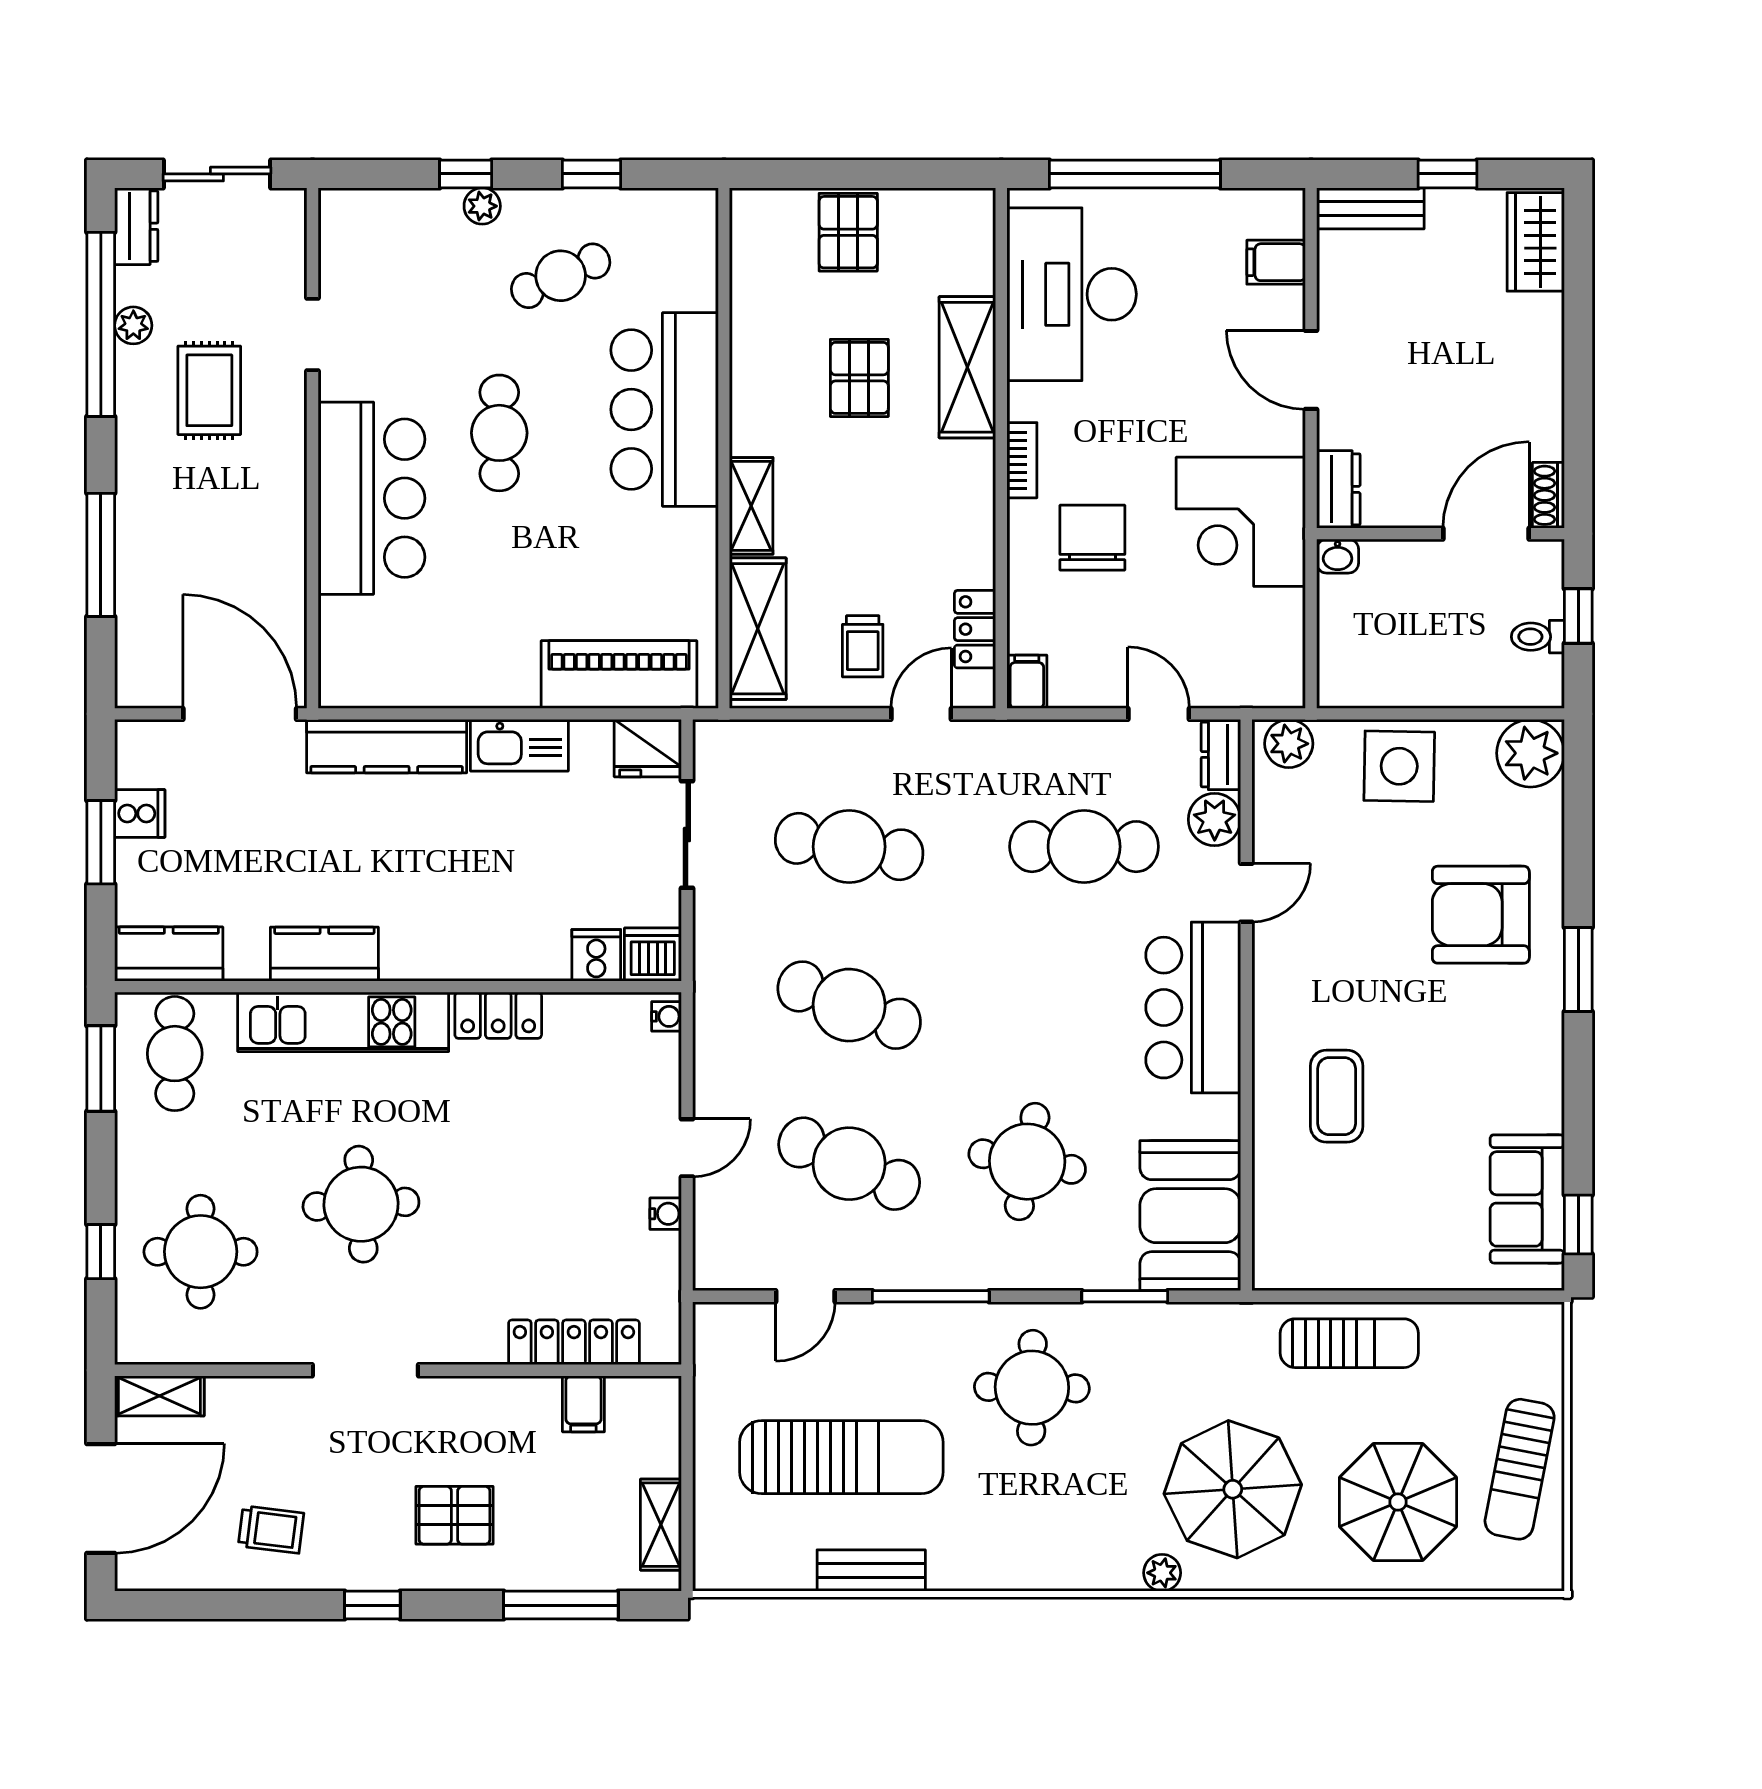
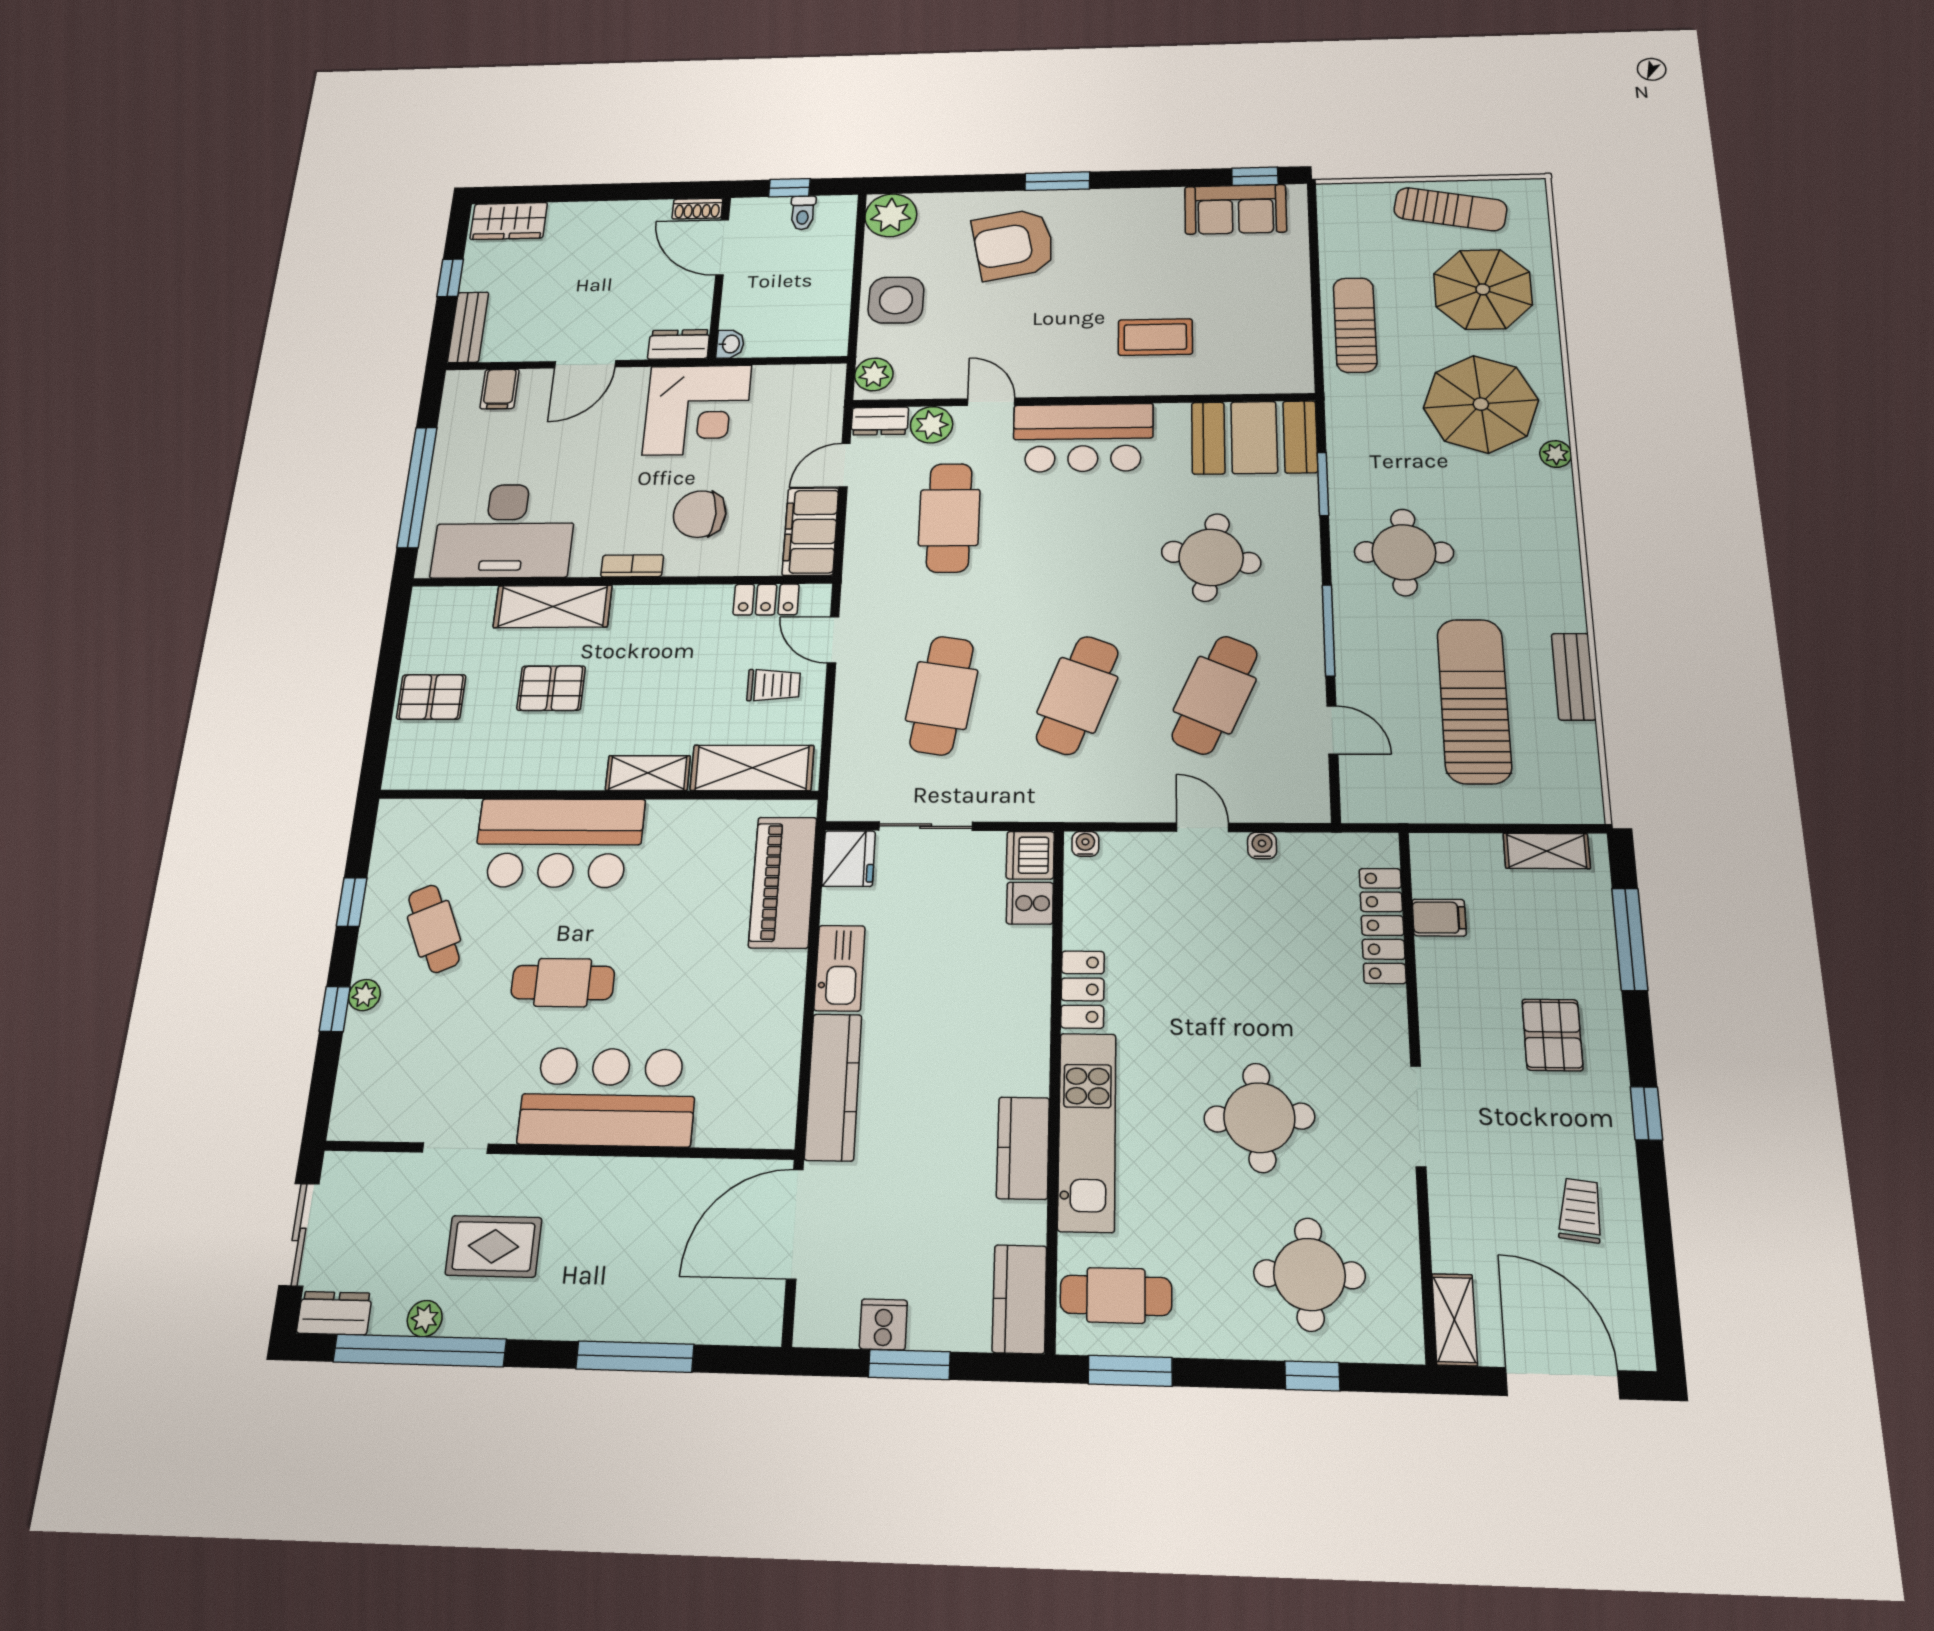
filing cabinet: (1027, 682) -> (810, 531), width x3.00, depth x1.17
armchair: (1481, 915) -> (1014, 244), turned 79

